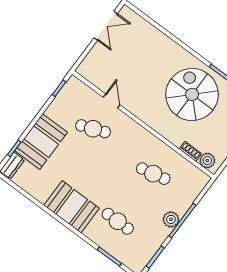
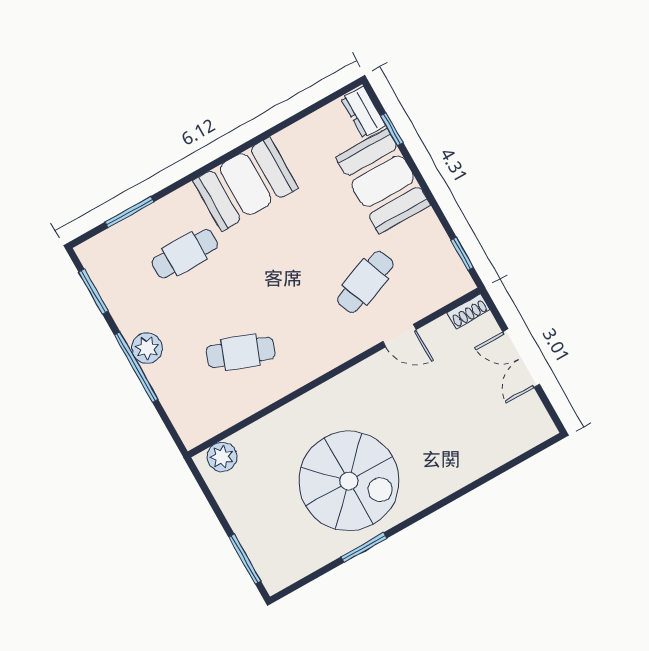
double door: (106, 26) -> (521, 358), moved
shoe rack: (190, 151) -> (468, 311), moved
cafe table: (153, 174) -> (241, 352), turned 33

